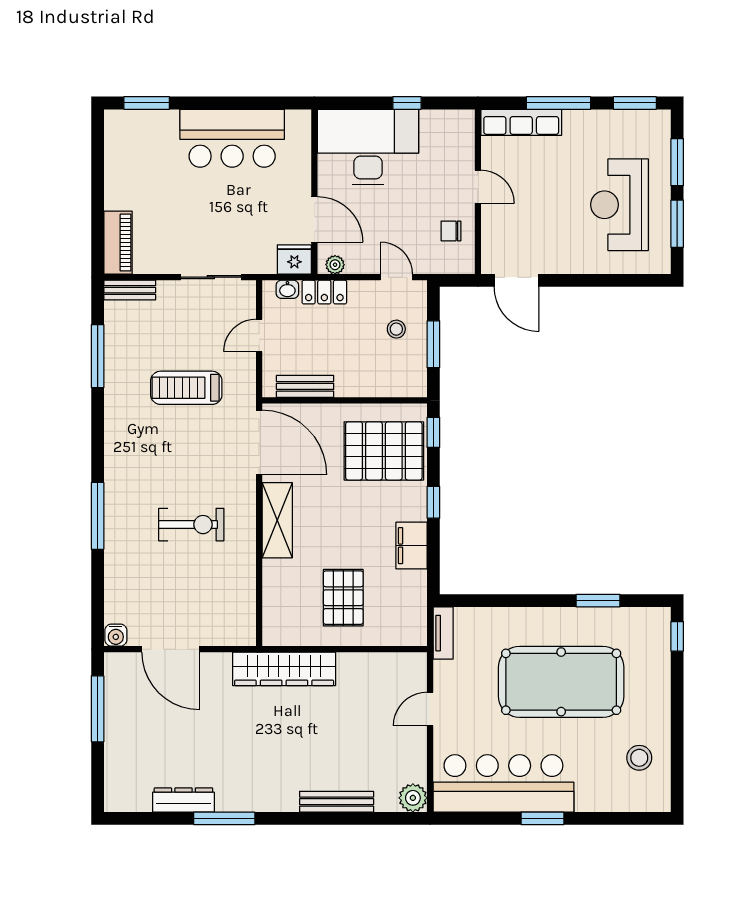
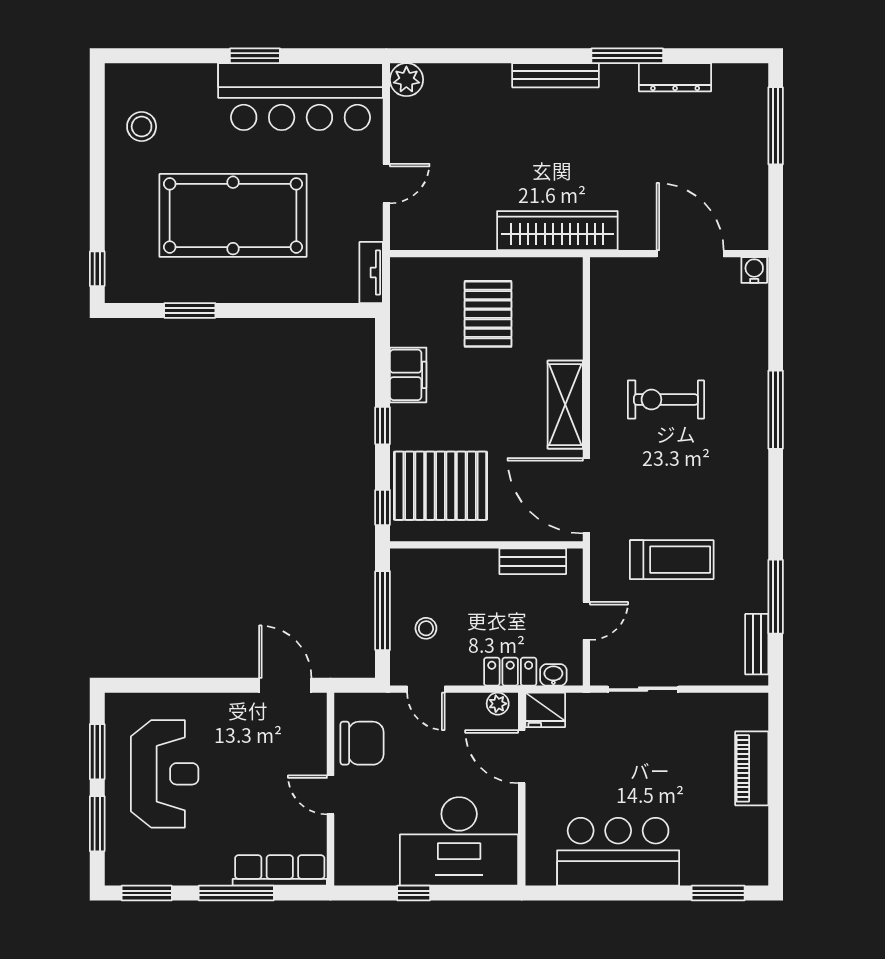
chair: (451, 231) -> (362, 743), width x1.87, depth x1.87
piano: (118, 243) -> (752, 768), moved
bench: (130, 290) -> (757, 644), moved, turned 90
window: (433, 344) -> (383, 611), width x1.44
window: (98, 709) -> (776, 126), moved
bench: (337, 802) -> (556, 75), moved

